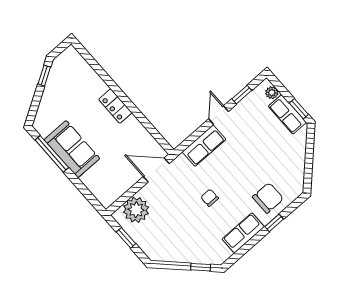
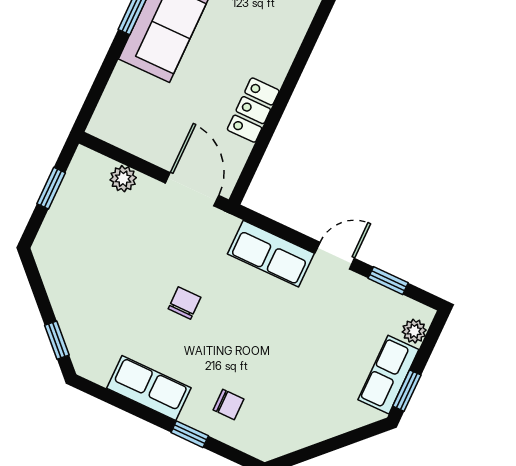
locker: (115, 106) -> (253, 110), moved
chair: (268, 198) -> (228, 404), width x0.54, depth x0.54
plant: (136, 210) -> (123, 179), width x0.53, depth x0.53

